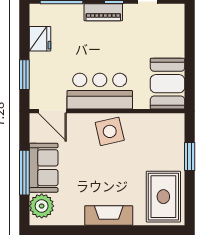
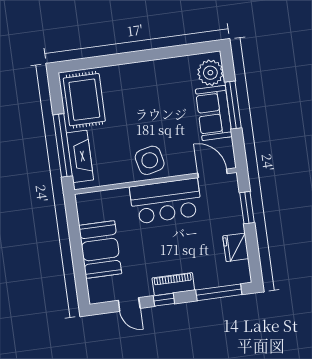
booth: (167, 84) -> (100, 250), moved
window: (190, 157) -> (63, 145), width x2.11
fireplace: (109, 215) -> (80, 156), moved, turned -90

